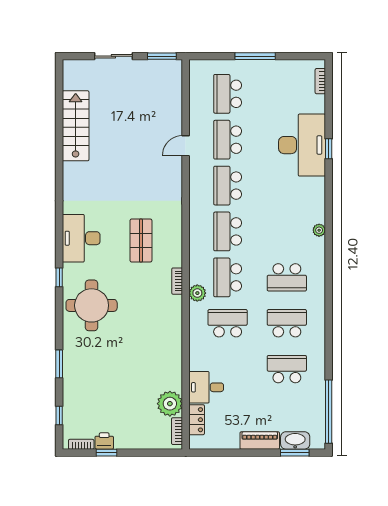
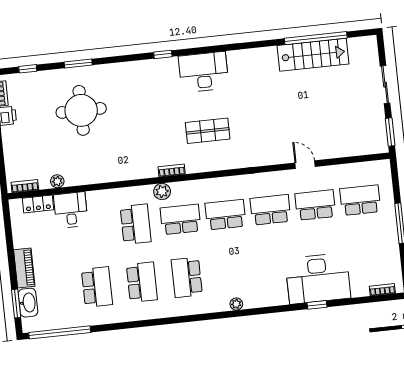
window: (59, 121) -> (316, 38), added
round table: (92, 305) -> (81, 110), moved
plant: (170, 404) -> (57, 181), width x0.53, depth x0.53

